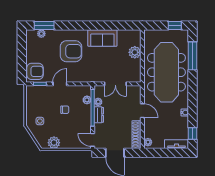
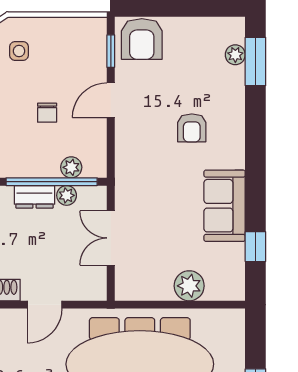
window: (119, 25) -> (255, 247), added
armchair: (71, 51) -> (192, 128), width x0.53, depth x0.53
door: (60, 84) -> (111, 100), swing flipped

